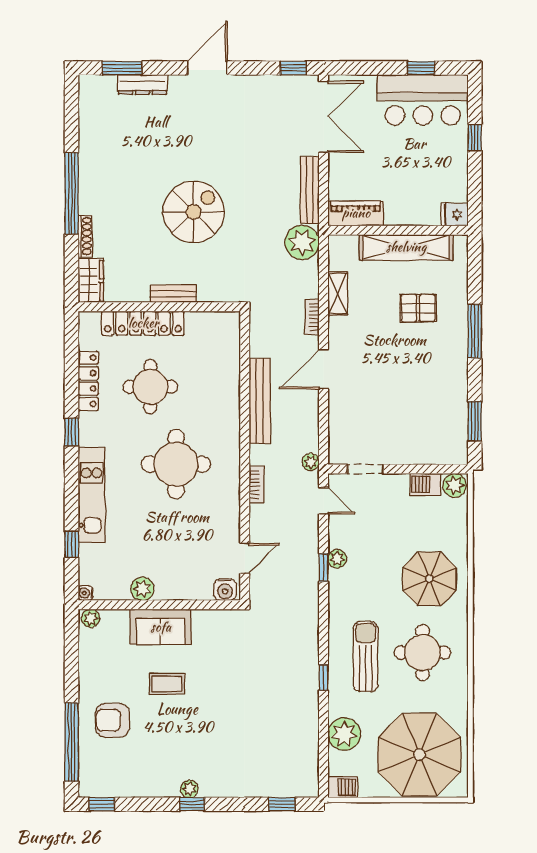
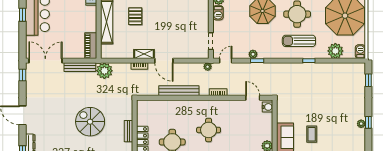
shelving: (338, 293) -> (144, 54), moved
round table: (176, 464) -> (209, 130), width x0.73, depth x0.73

